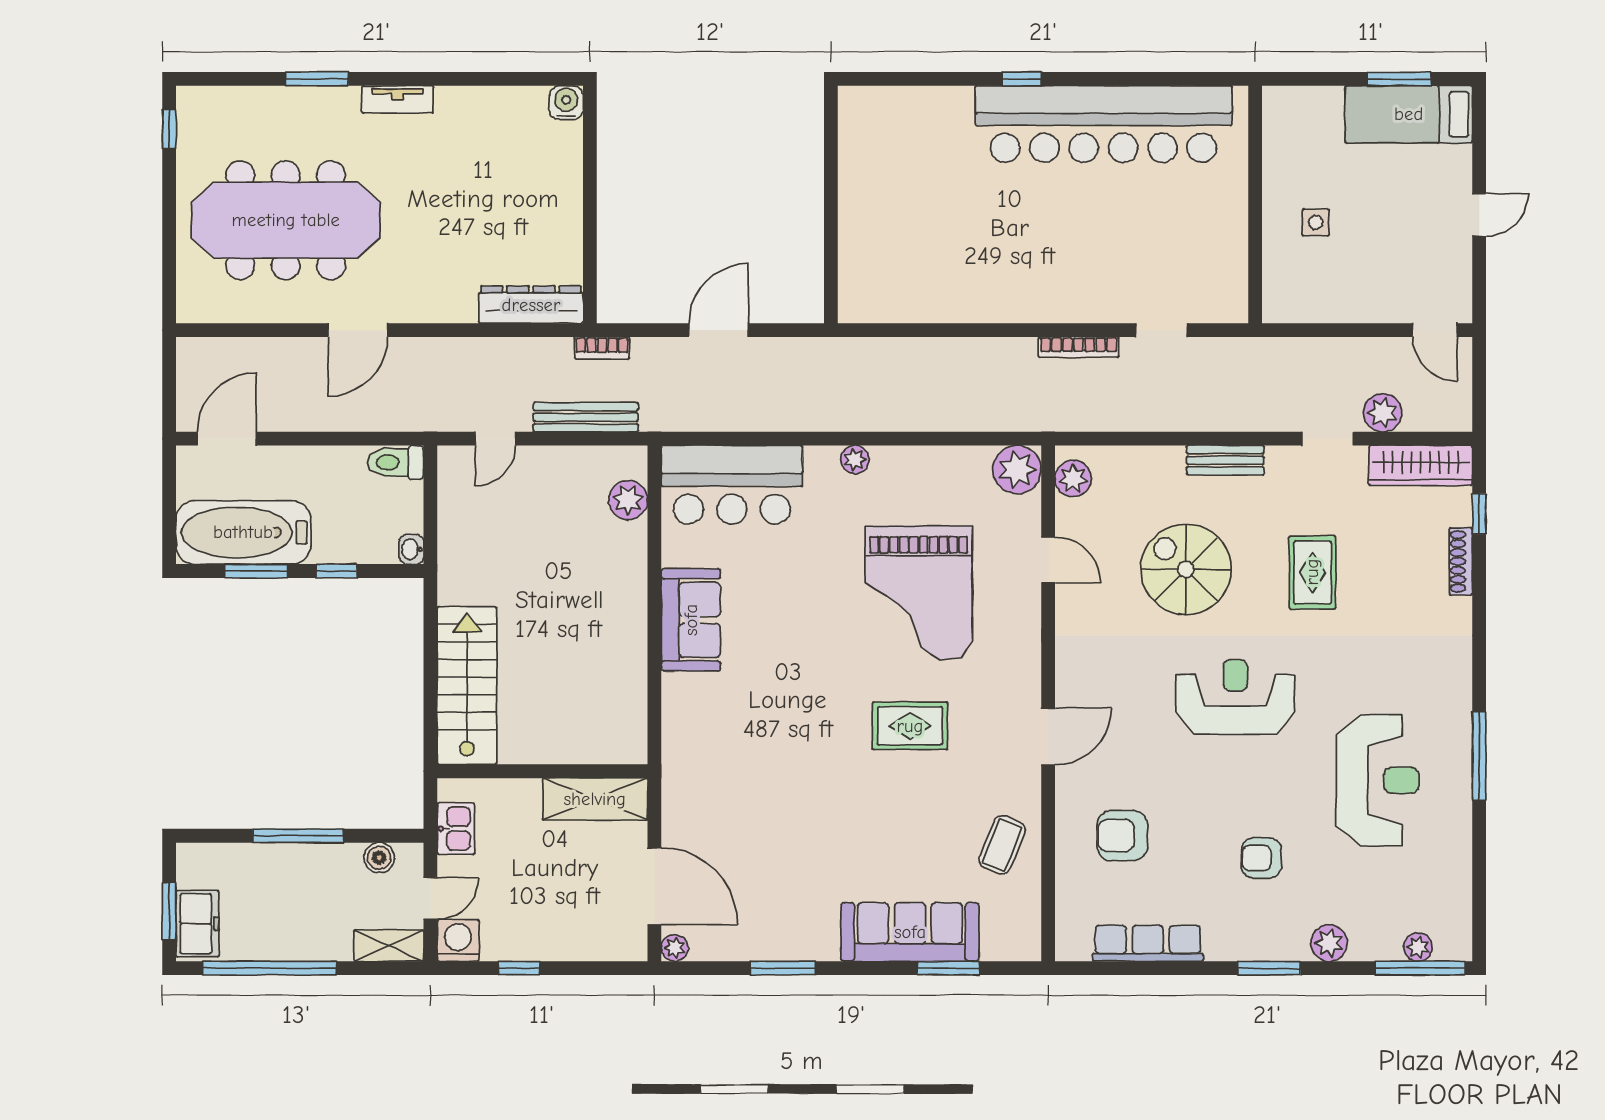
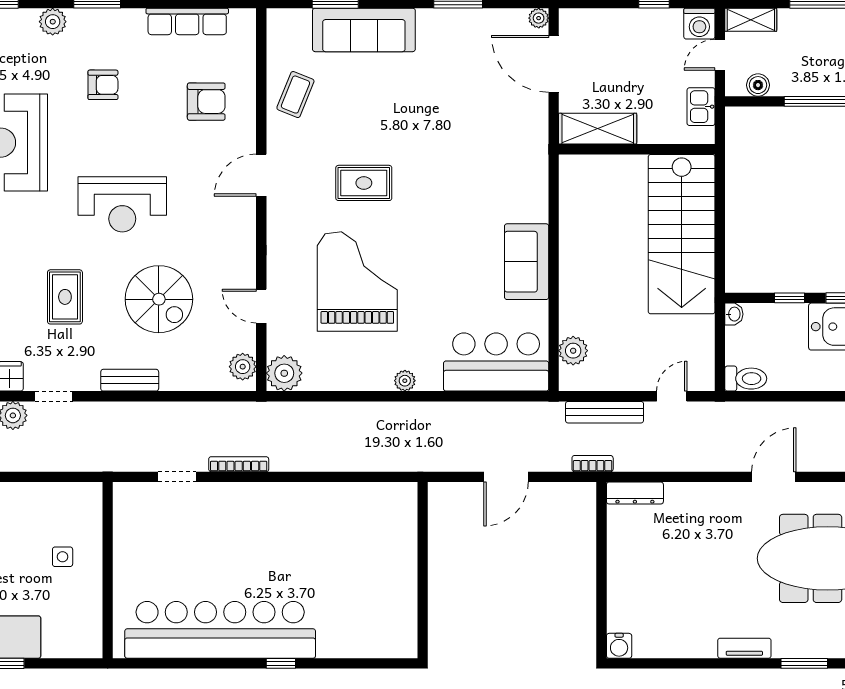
dresser: (531, 305) -> (635, 493), width x0.73, depth x0.80
stairs: (467, 686) -> (682, 234), width x1.36, depth x1.51

